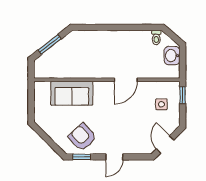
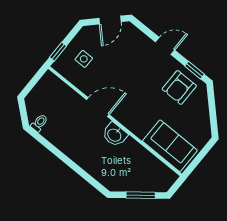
washbasin: (172, 56) -> (115, 135), moved, turned 90
sofa: (72, 93) -> (170, 146), moved
armchair: (82, 137) -> (179, 87), turned 43

